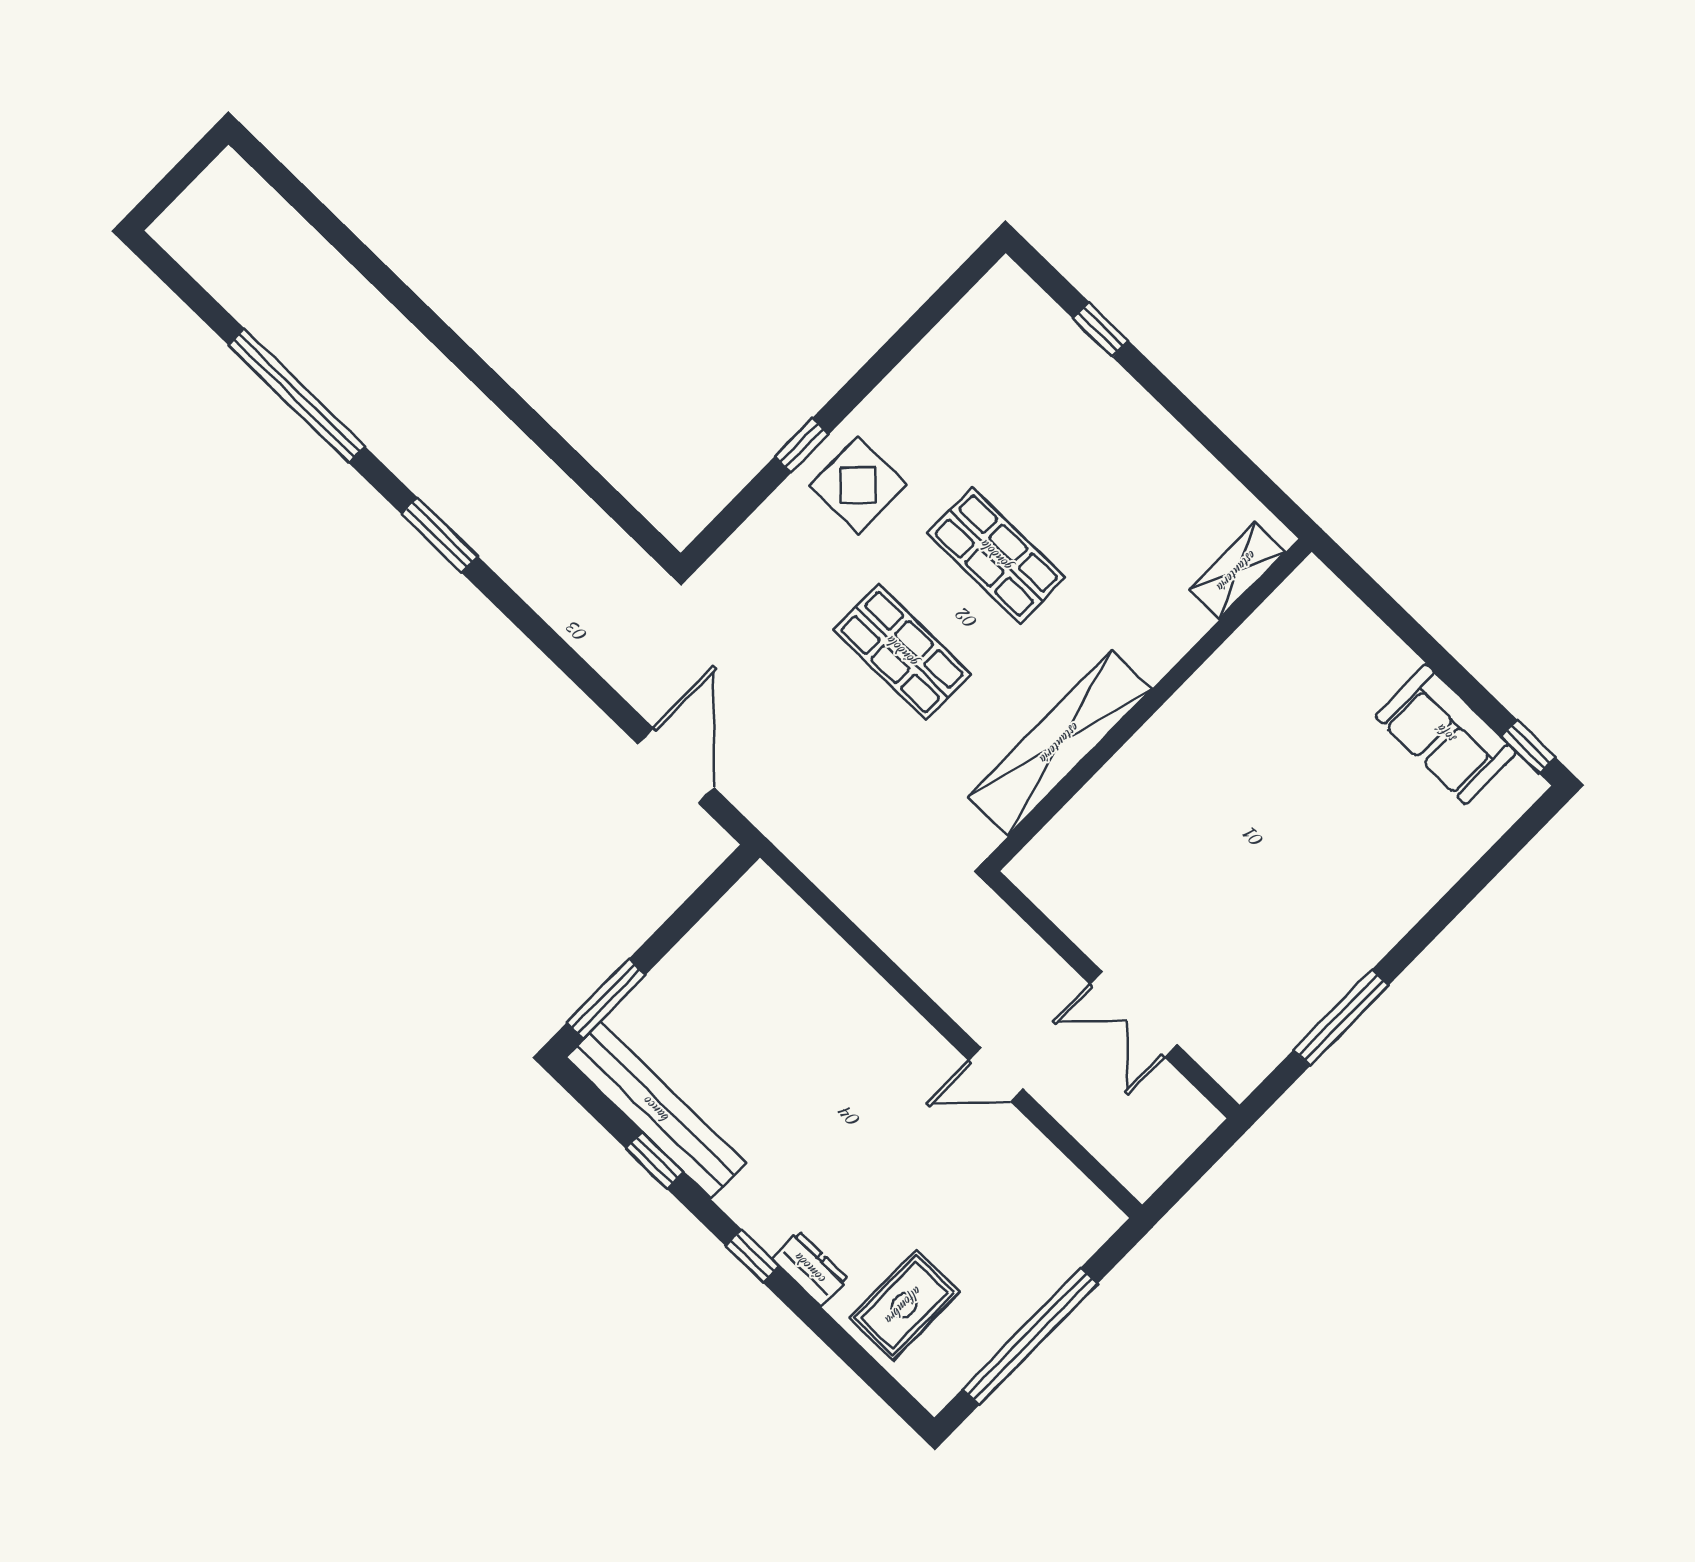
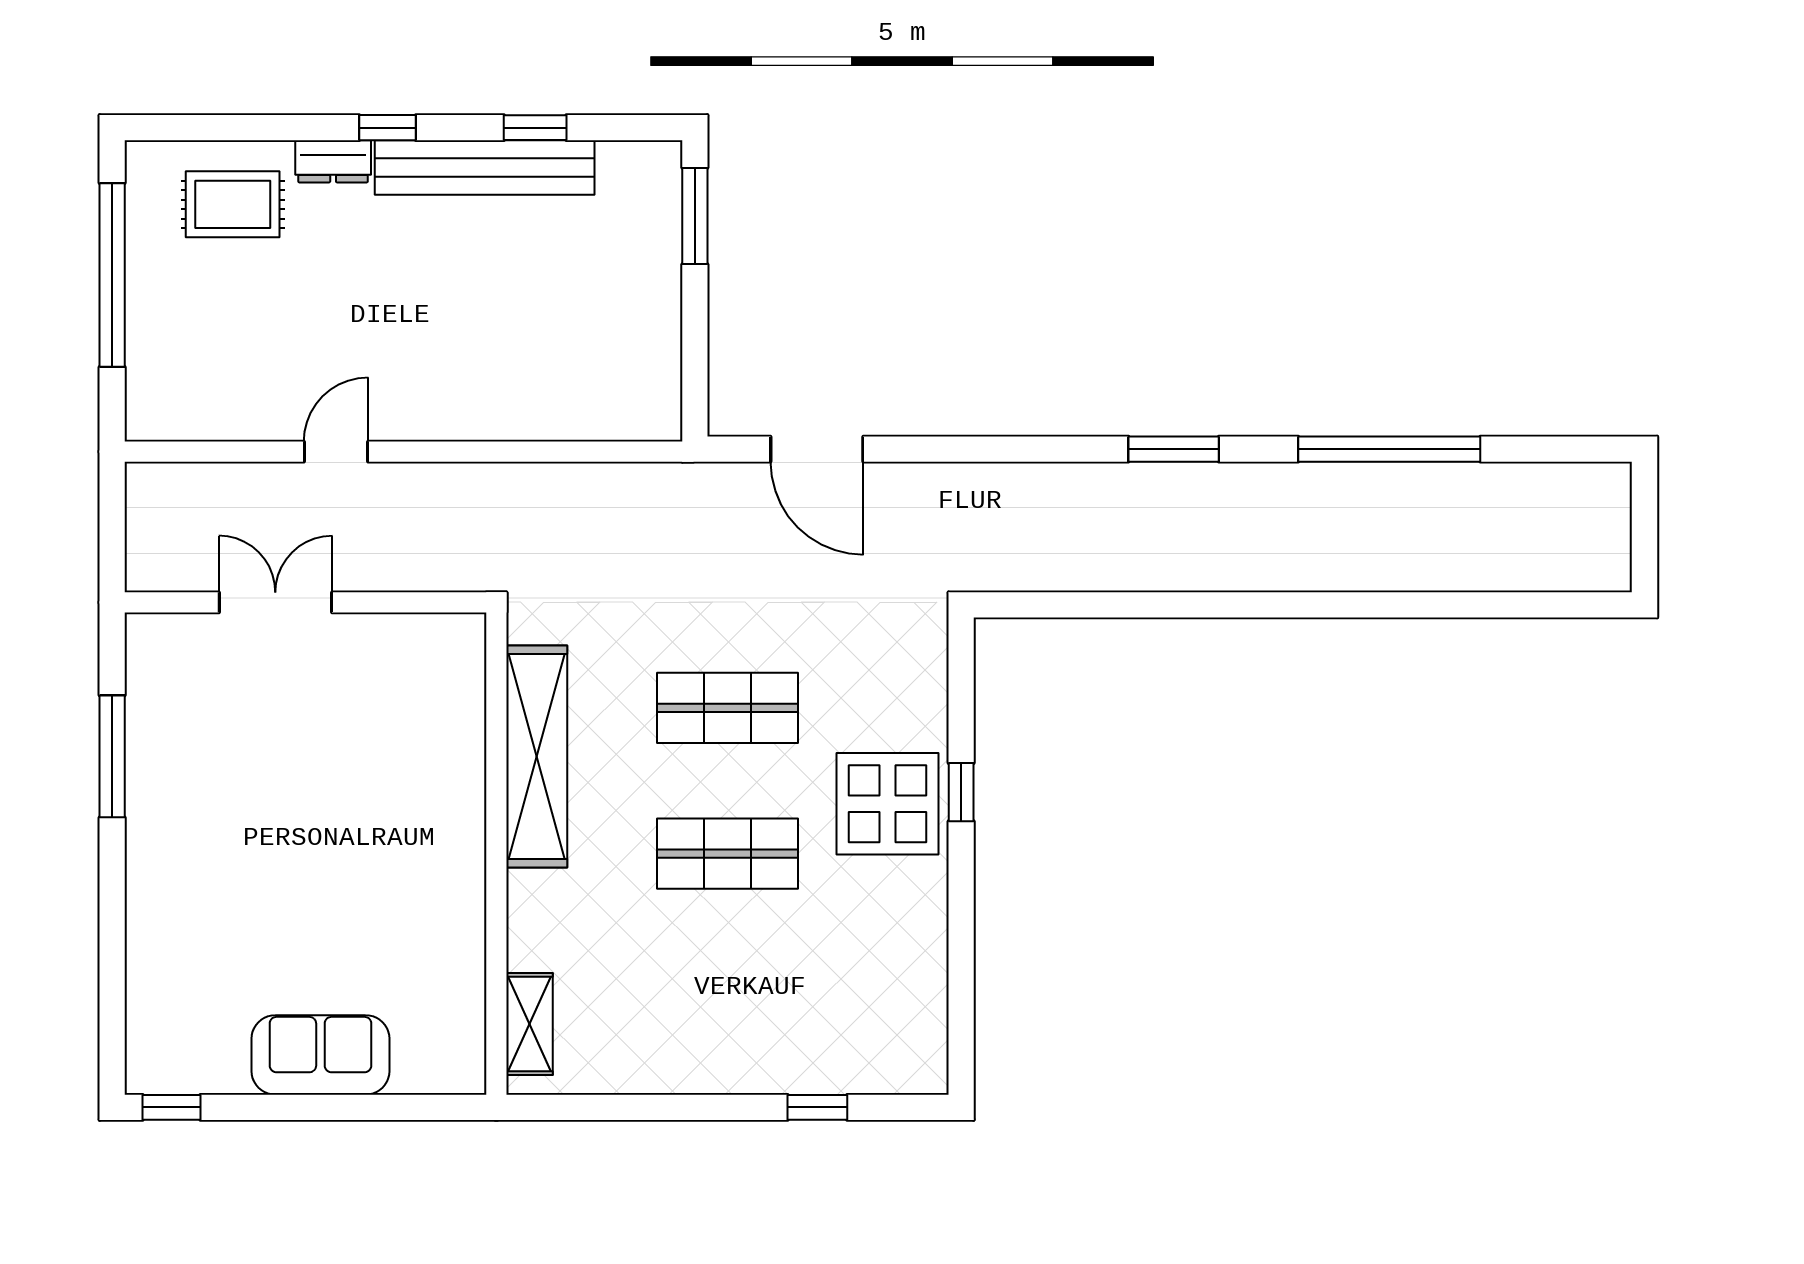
display table: (858, 485) -> (888, 804), width x1.36, depth x1.36
sofa: (1446, 734) -> (320, 1055), moved
bench: (656, 1110) -> (485, 167), moved
rug: (904, 1305) -> (233, 204), turned 90

